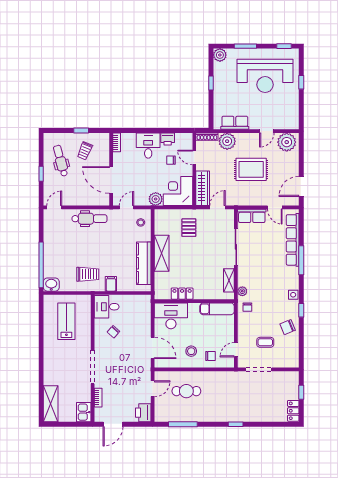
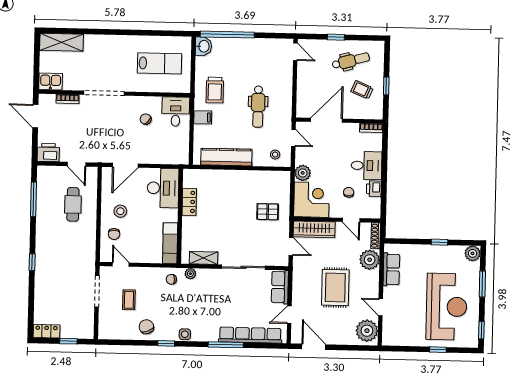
reception desk: (265, 76) -> (447, 307), turned 180
door: (194, 158) -> (351, 220), swing flipped
dental chair: (89, 219) -> (258, 107), moved
shelving: (162, 253) -> (238, 179), removed

